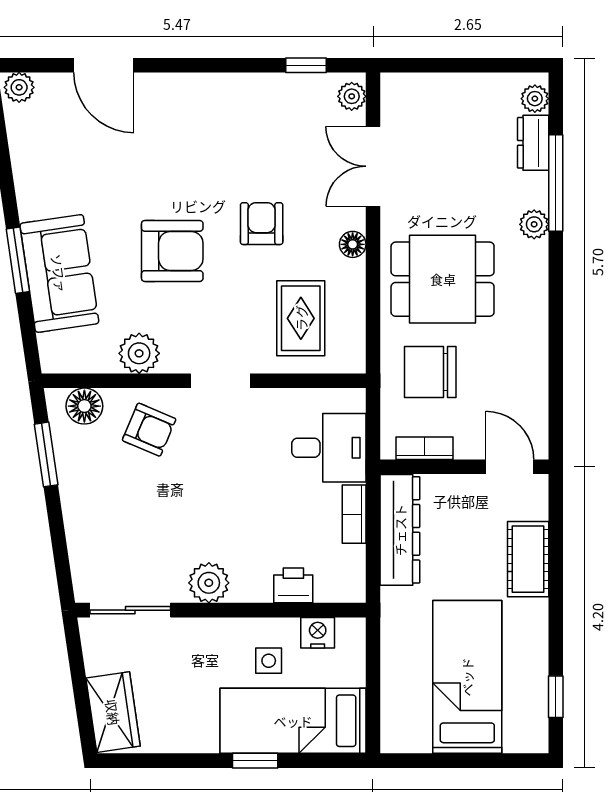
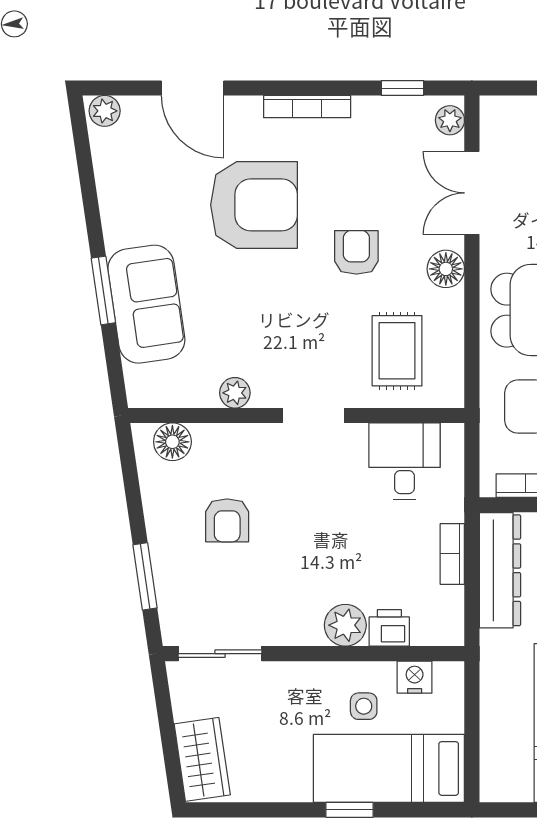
bookcase: (214, 83) -> (307, 107), added
floor lamp: (353, 244) -> (446, 269), width x1.37, depth x1.37
armchair: (172, 251) -> (254, 205), moved, width x1.36, depth x1.36
plant: (139, 353) -> (235, 393), width x0.73, depth x0.73
armchair: (149, 430) -> (227, 520), moved, turned 67
desk: (329, 448) -> (405, 461), moved, turned -90
window: (46, 454) -> (145, 576), moved
plant: (209, 583) -> (345, 625), moved

